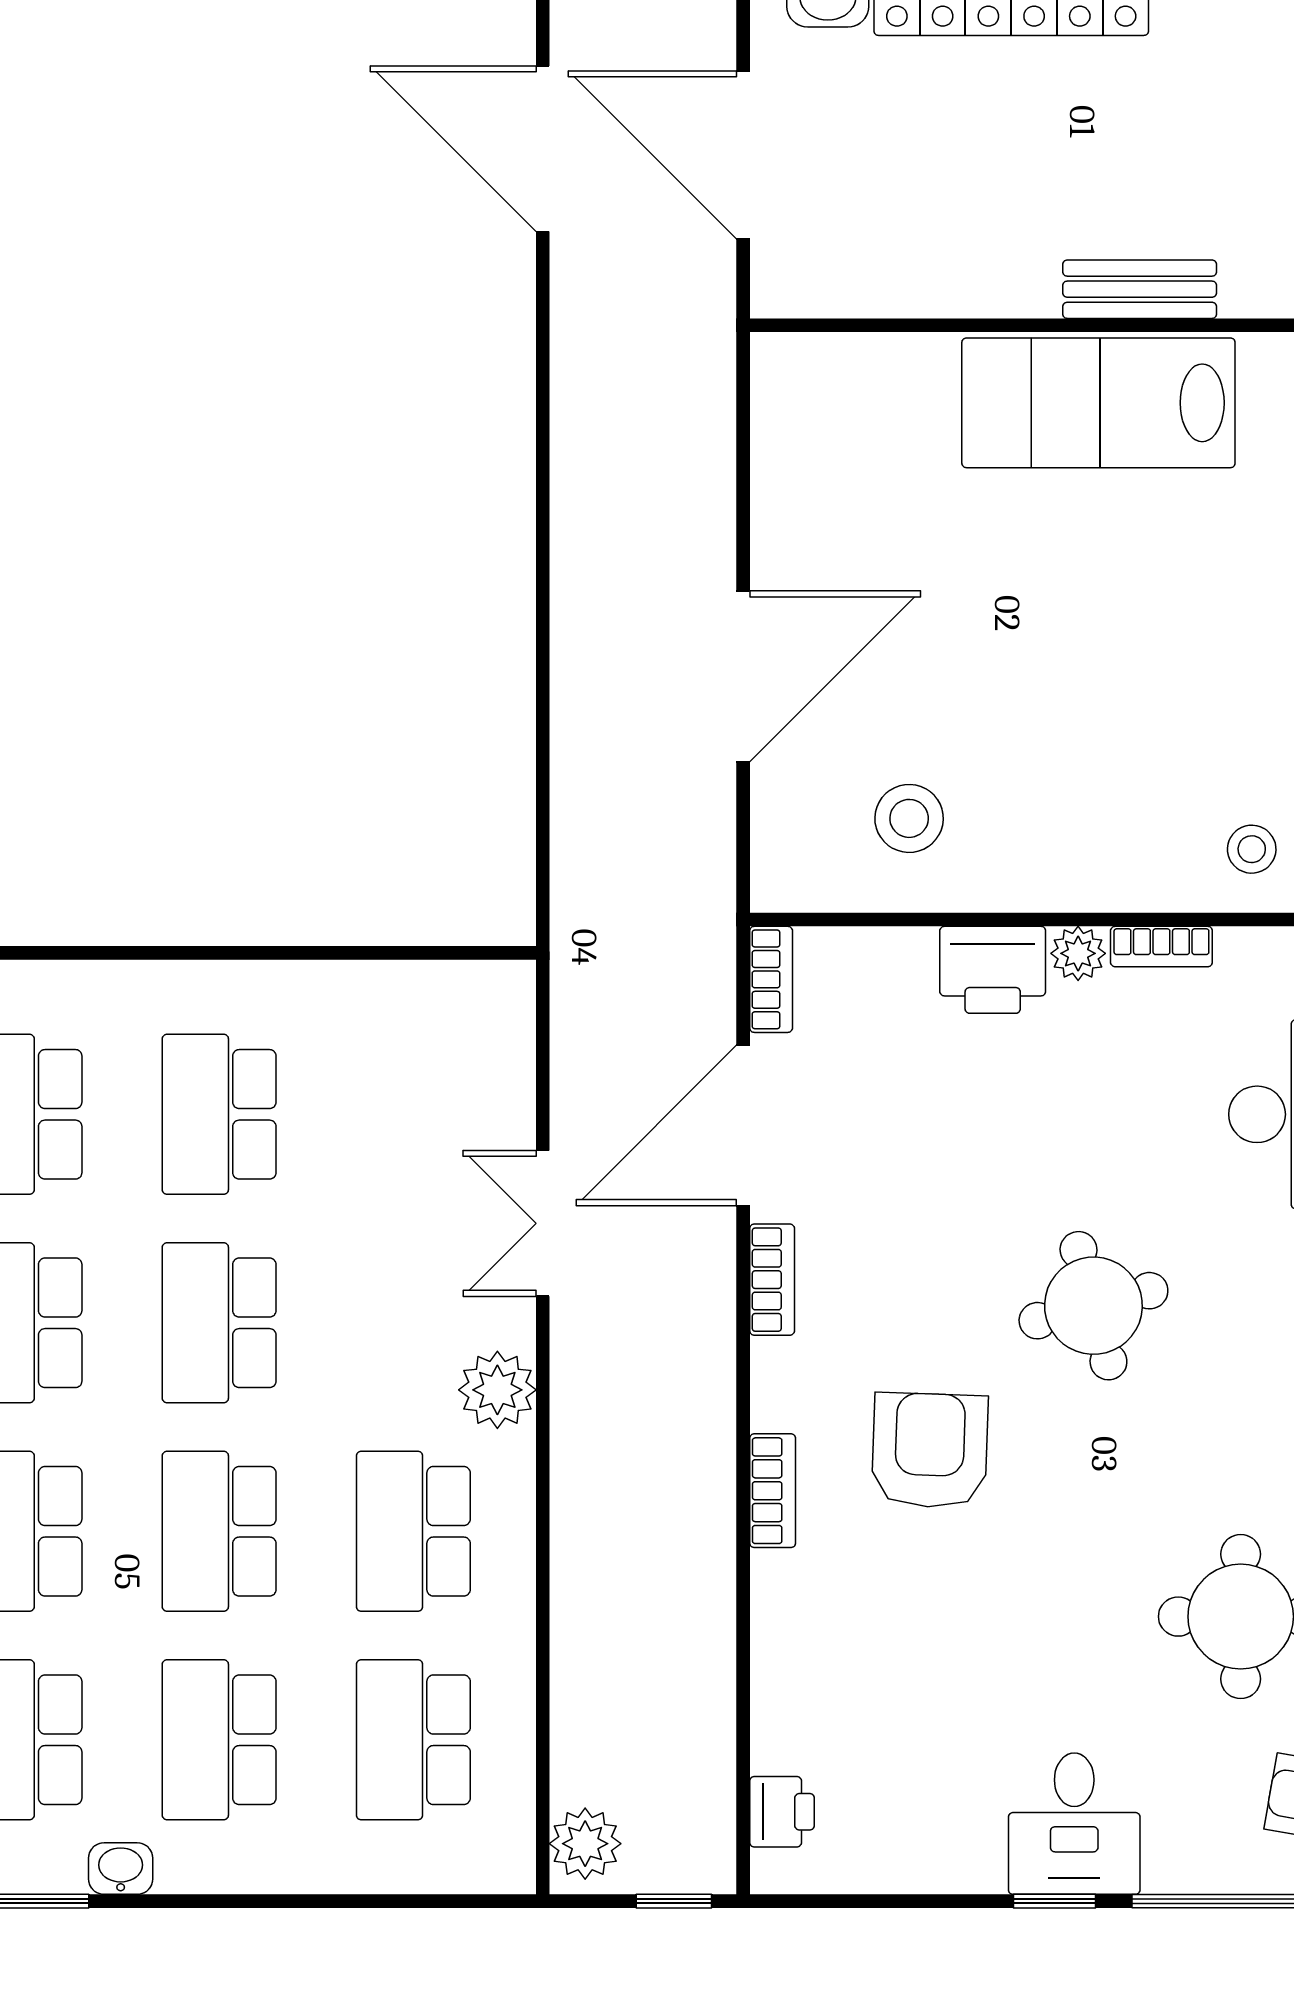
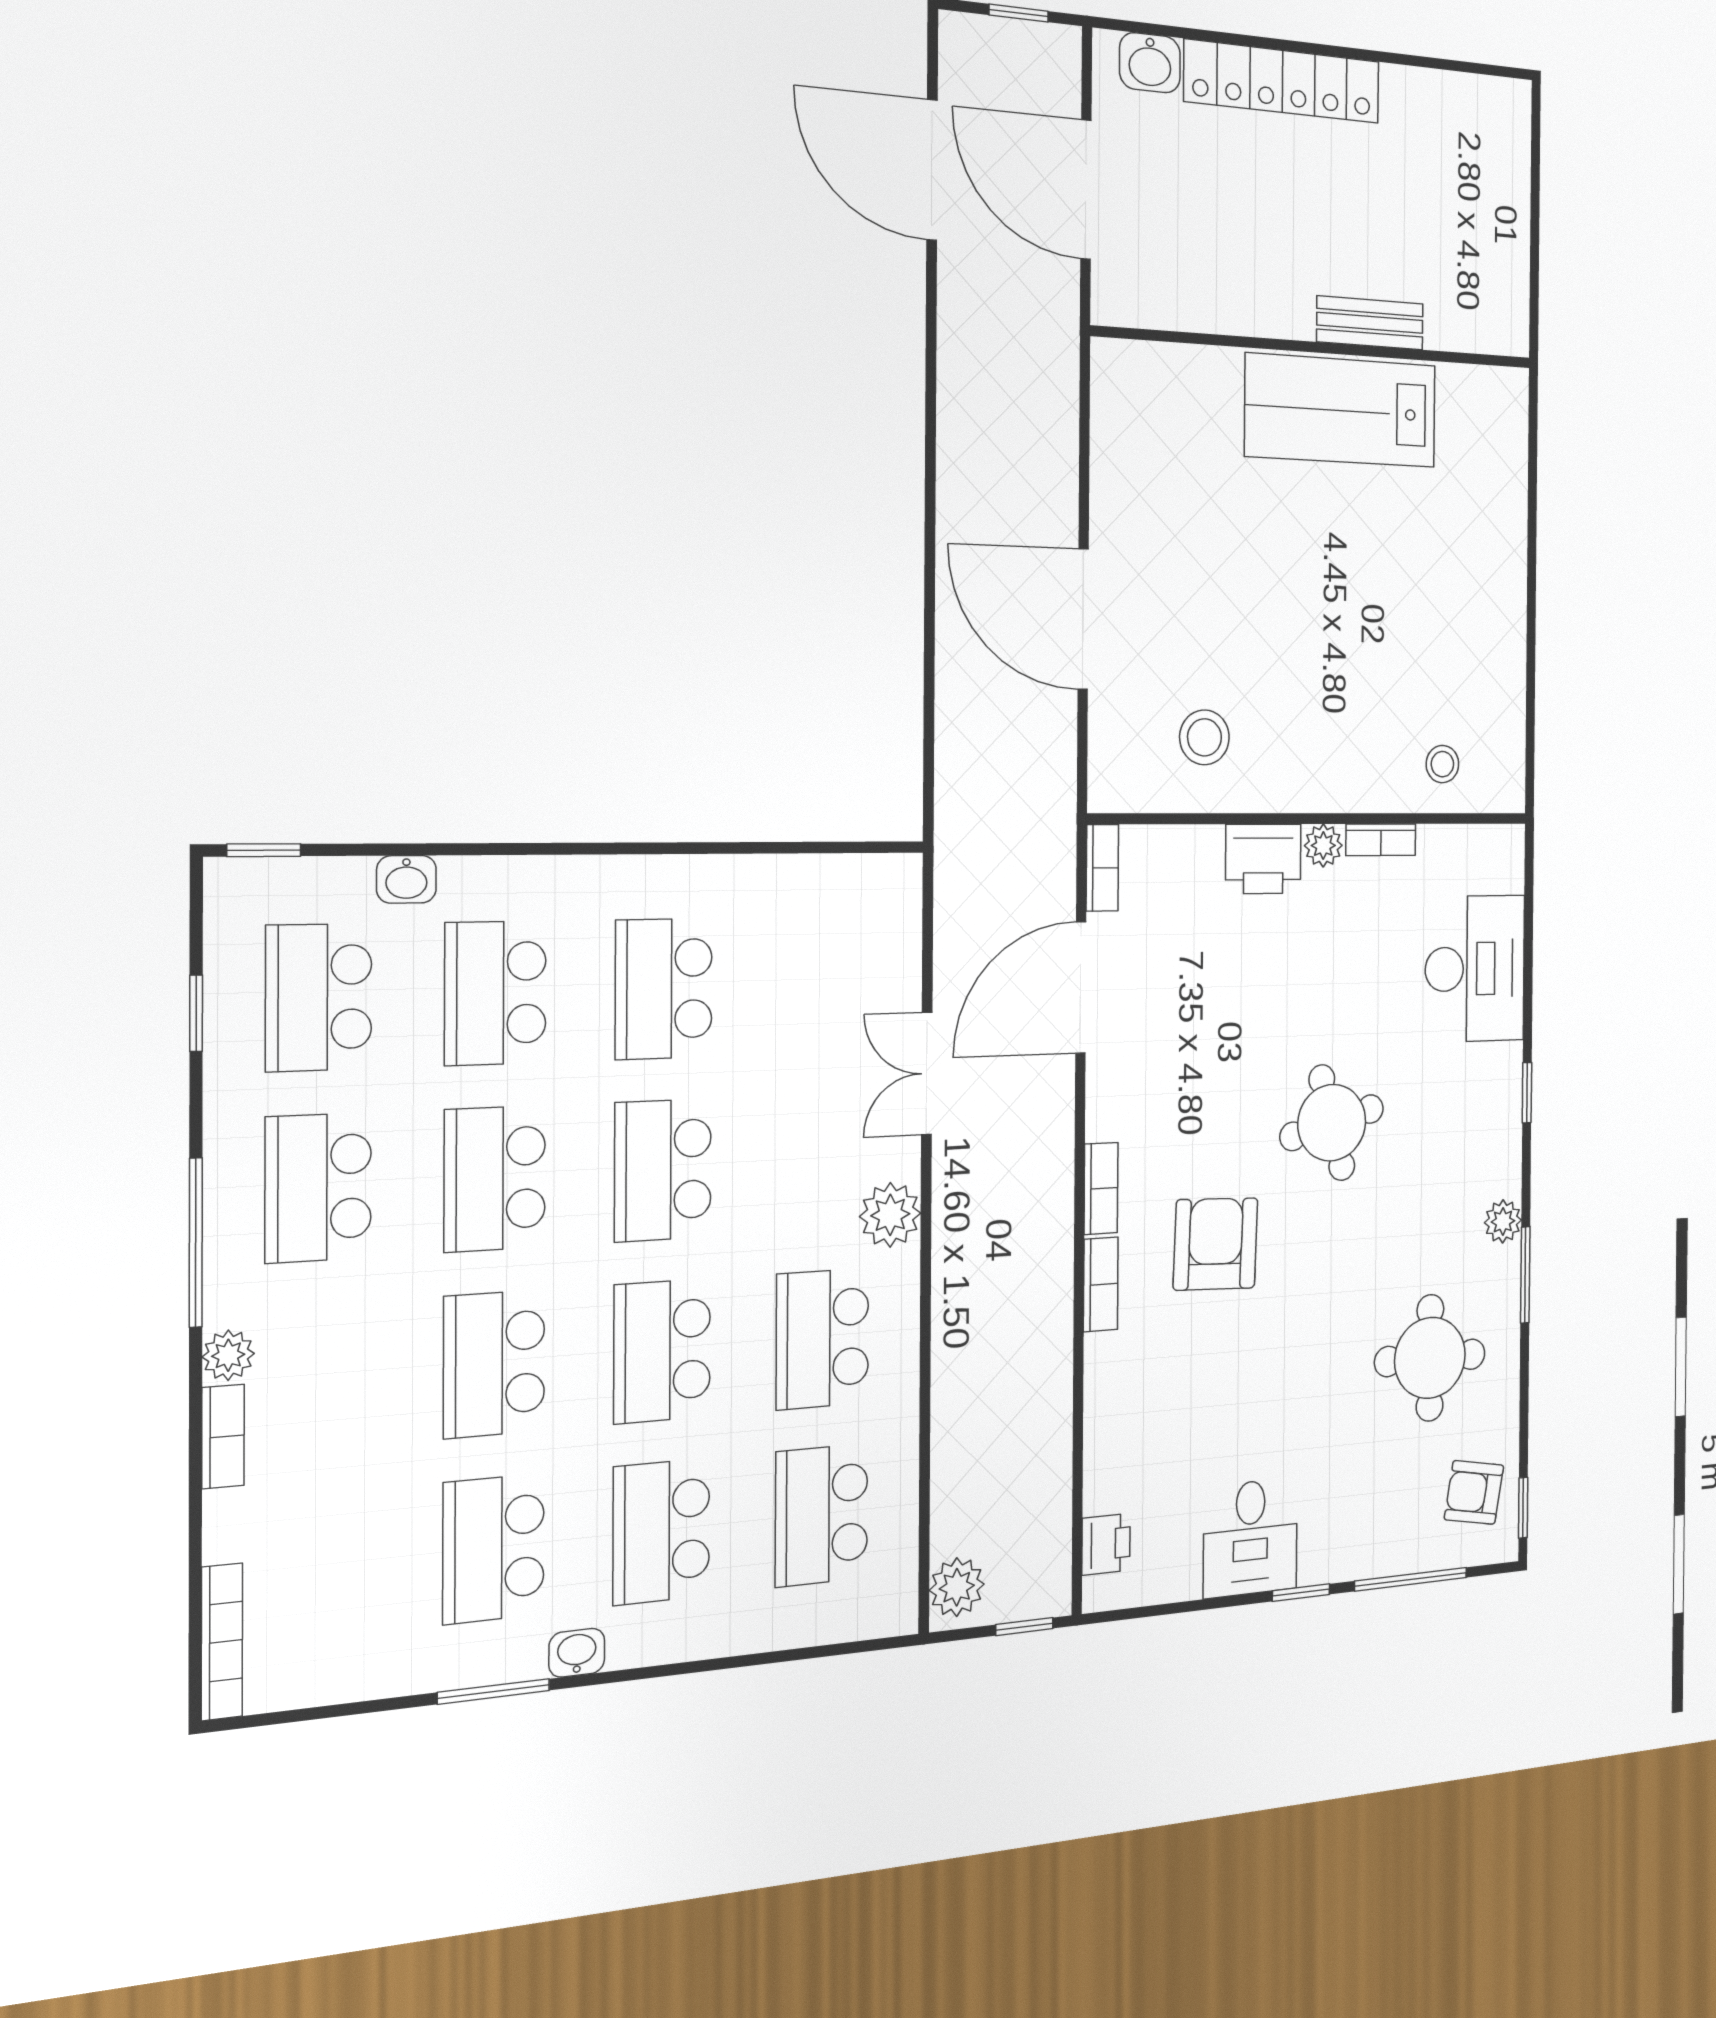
door: (743, 676) -> (1083, 619), swing flipped
bookcase: (772, 1280) -> (1101, 1188), moved
desk: (1074, 1824) -> (1250, 1538), moved

